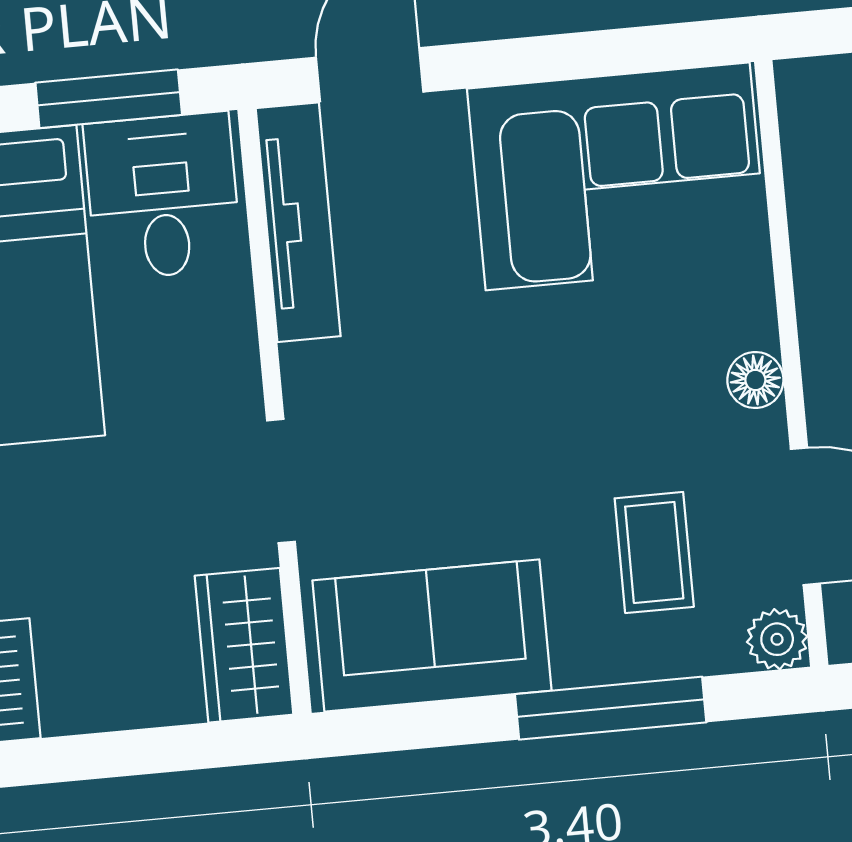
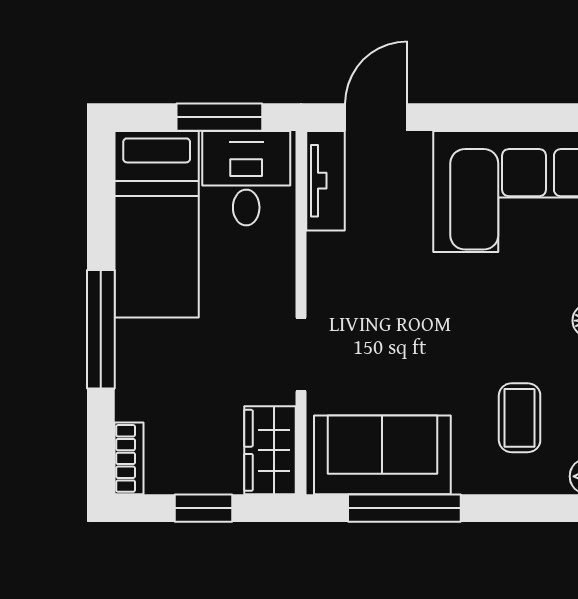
tv unit: (298, 222) -> (326, 181), width x0.71
window: (611, 708) -> (404, 508), moved
window: (143, 752) -> (203, 508), added

